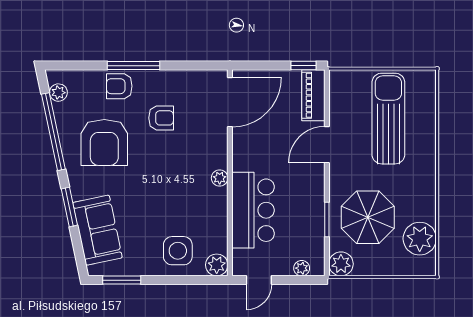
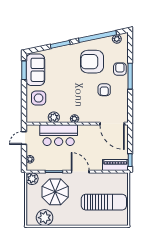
door: (327, 145) -> (80, 172), moved
sofa: (97, 230) -> (35, 70), moved, turned -78
plant: (217, 265) -> (54, 117), moved
door: (259, 280) -> (24, 138), hinge flipped

